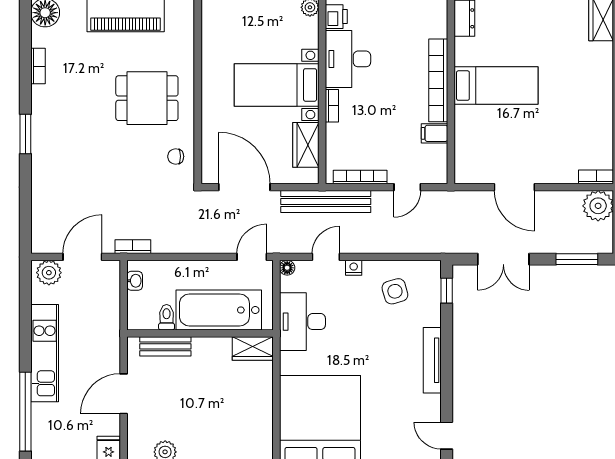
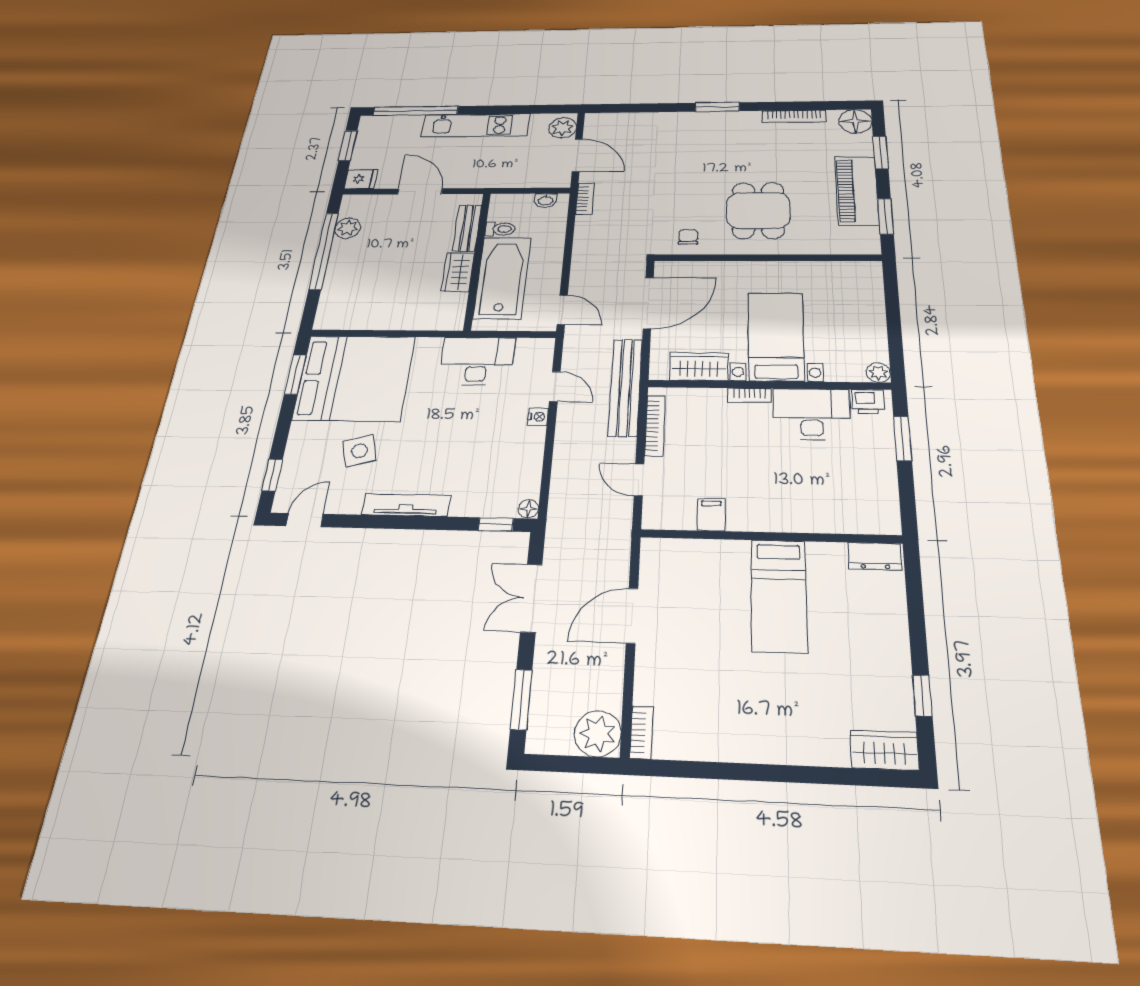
bookcase: (38, 66) -> (794, 116), width x1.56
bookcase: (438, 80) -> (785, 521), removed
floor lamp: (287, 268) -> (528, 509), moved
side table: (395, 291) -> (359, 451), moved
wardrobe: (253, 348) -> (458, 272), moved

